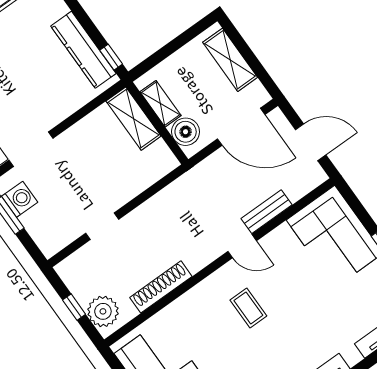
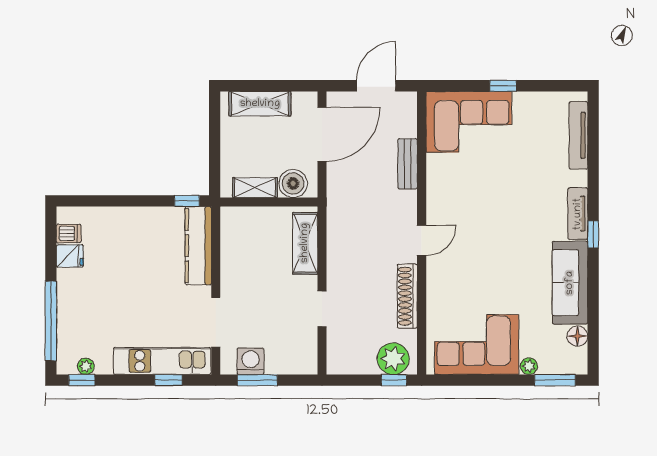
kitchen counter: (83, 50) -> (198, 246), moved, turned 90
shelving: (133, 119) -> (305, 243), moved, turned 90
door: (242, 246) -> (422, 240), moved
window: (74, 307) -> (394, 380), moved
coffee table: (248, 308) -> (477, 236), removed

